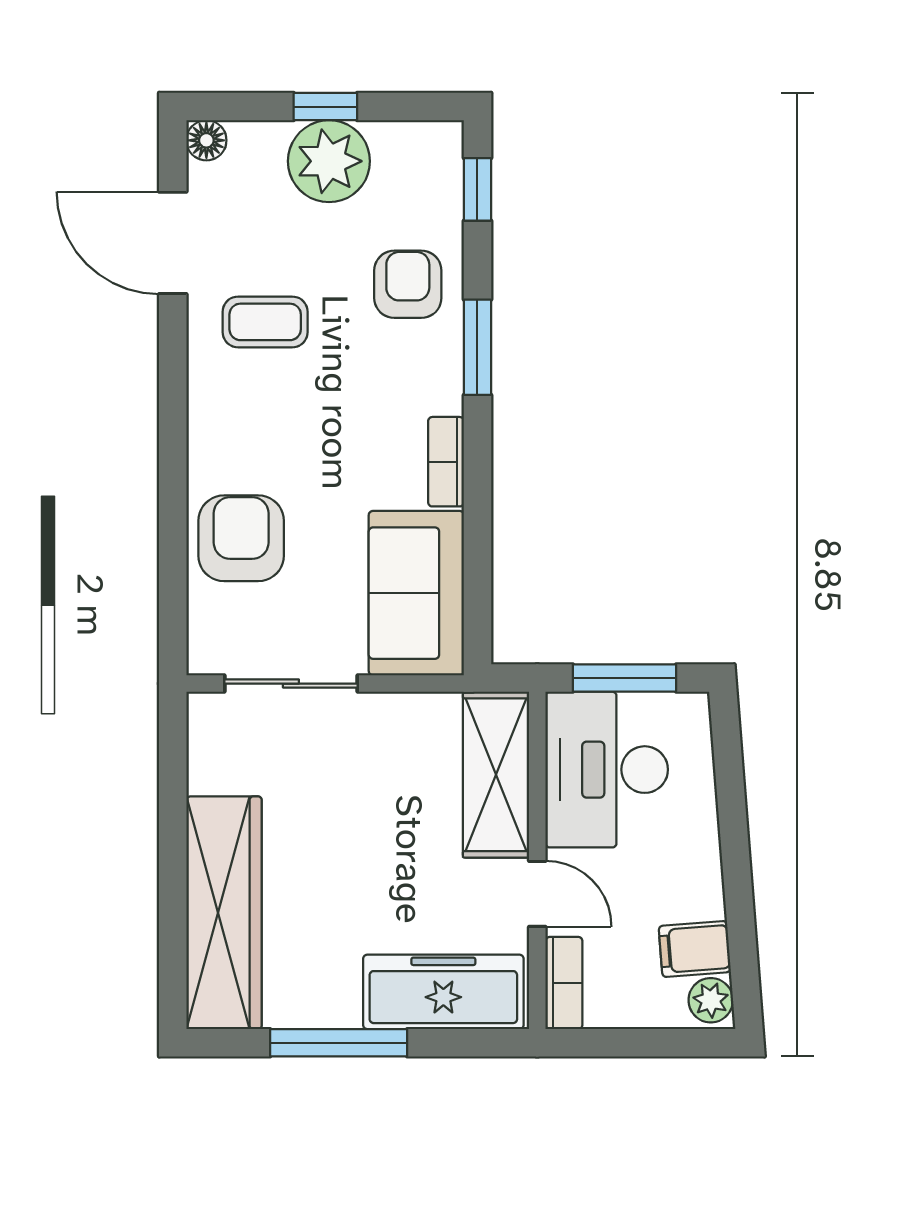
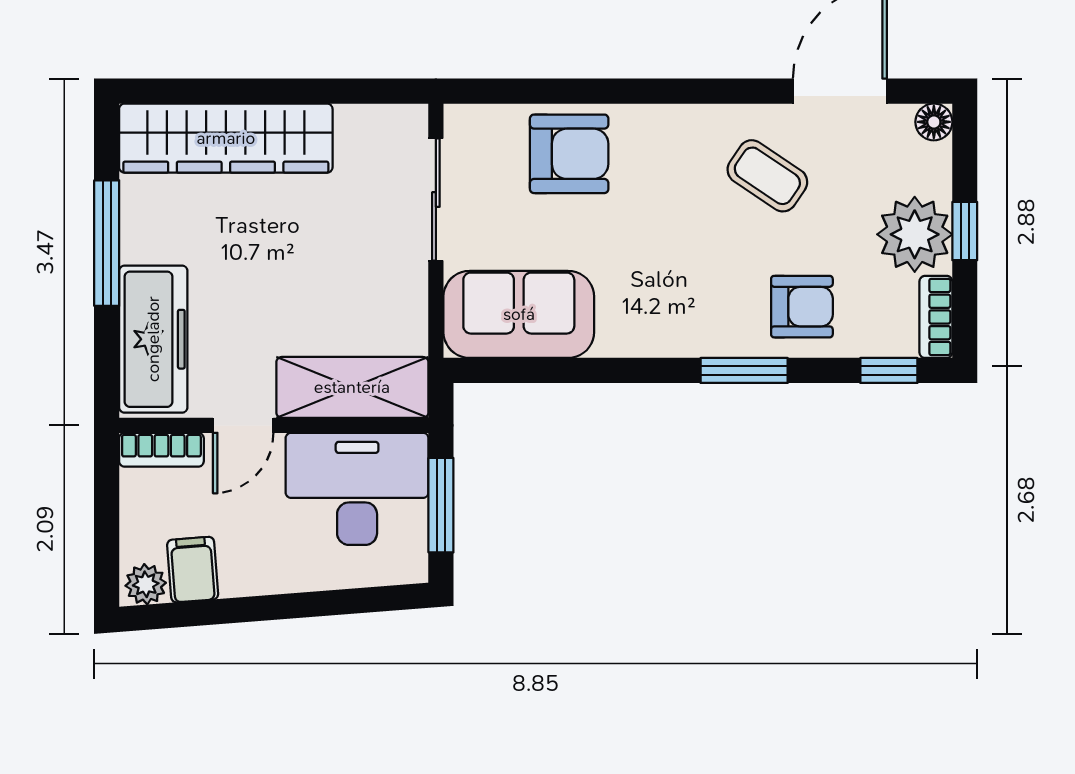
coffee table: (265, 322) -> (767, 176), turned -56
bookcase: (446, 462) -> (936, 317), moved, turned -90

